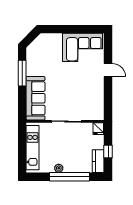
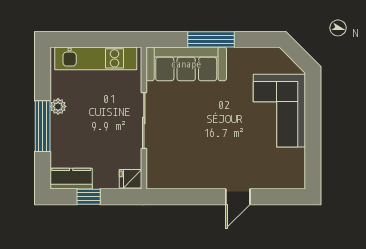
corner sofa: (82, 47) -> (279, 111), moved
window: (22, 73) -> (211, 39), moved
window: (70, 177) -> (43, 126), width x0.68

